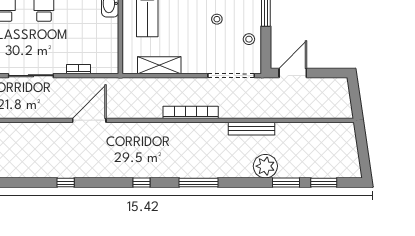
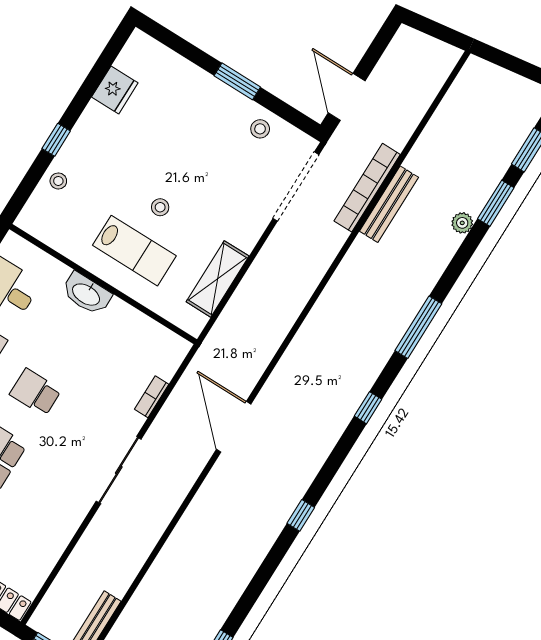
stool: (217, 19) -> (160, 207), moved
bookcase: (191, 112) -> (367, 188), moved
plant: (265, 166) -> (462, 223), width x0.53, depth x0.53

